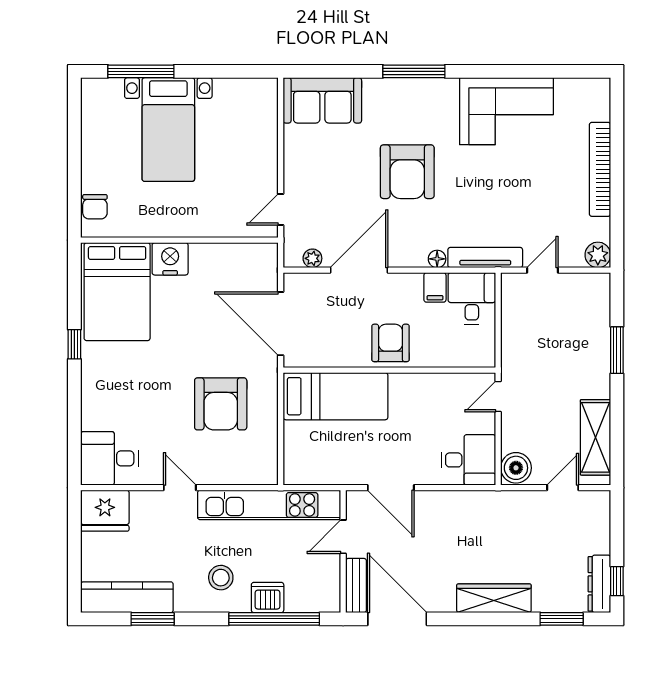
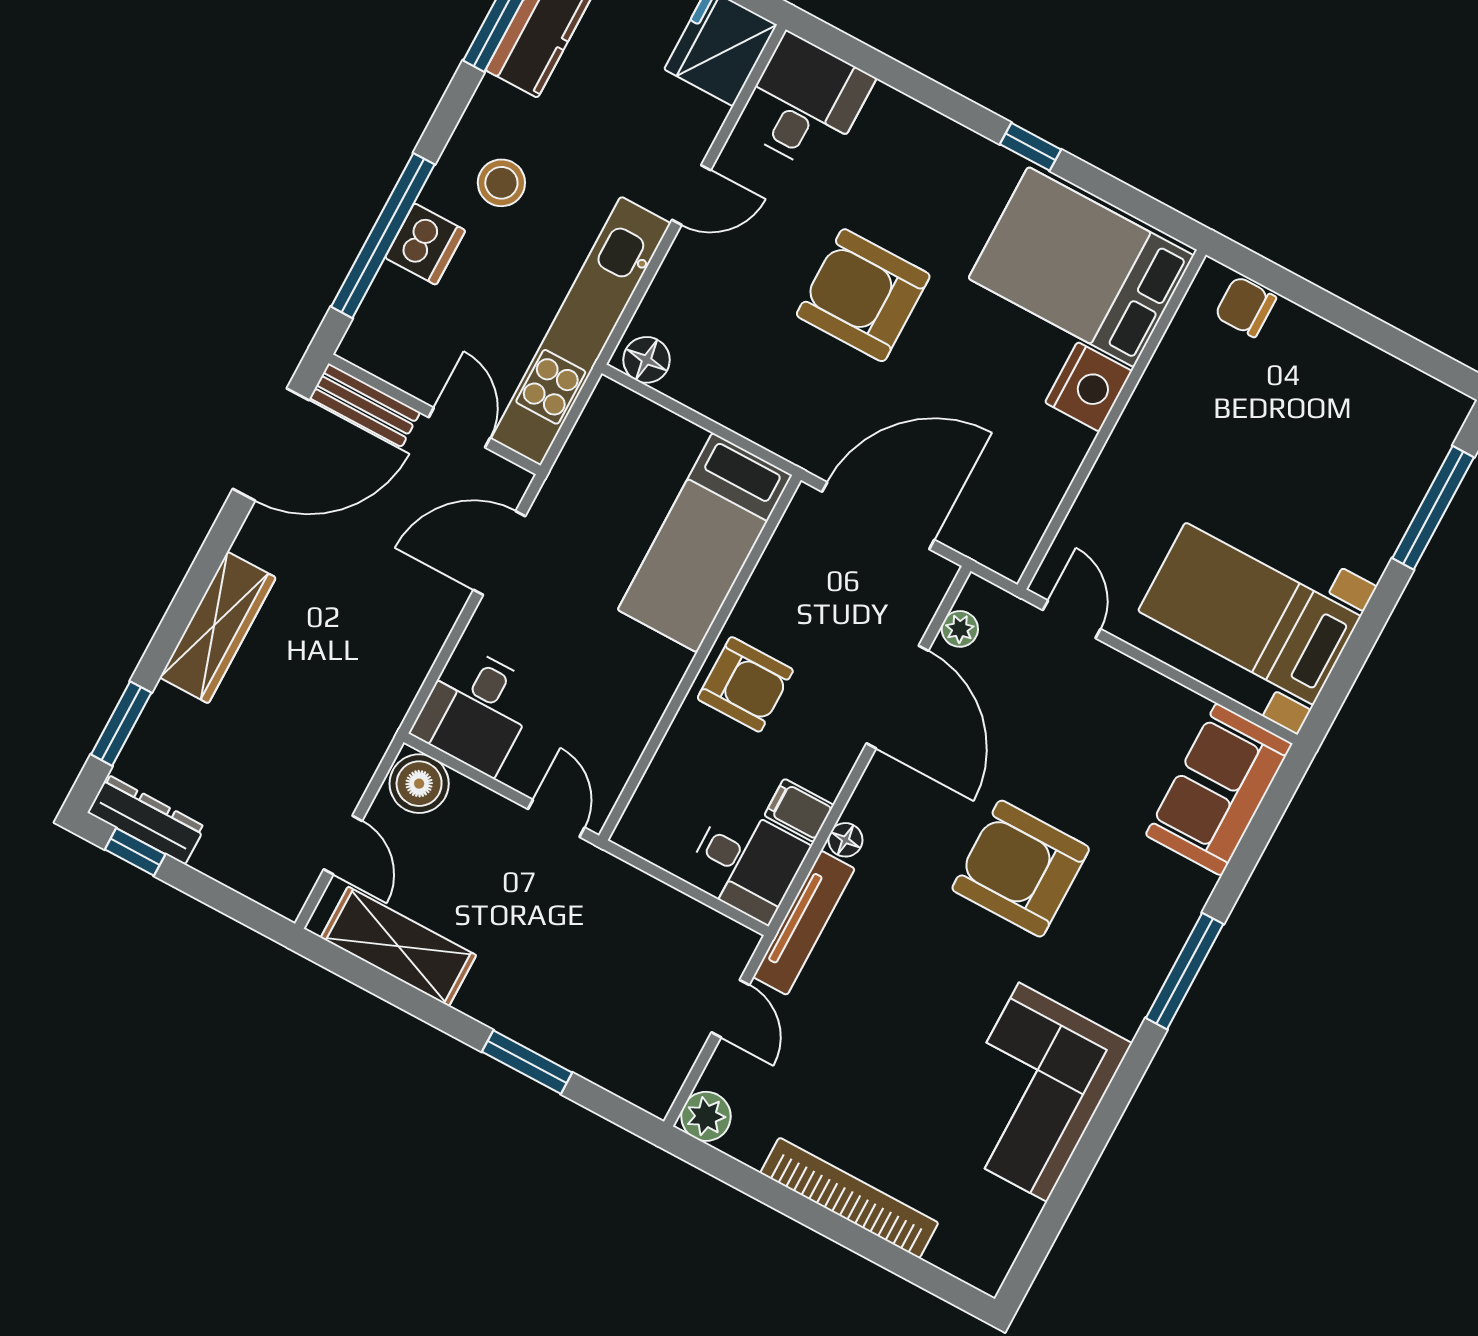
bed with nightstands: (168, 130) -> (1249, 614), moved
armchair: (221, 404) -> (863, 295), moved
floor lamp: (266, 468) -> (647, 360), added

